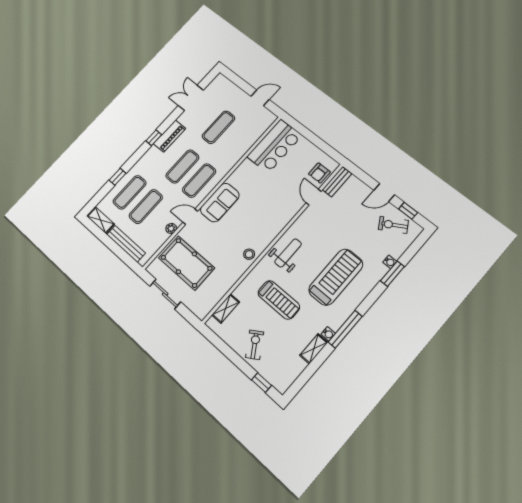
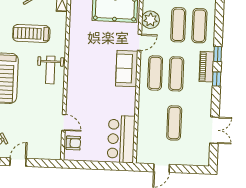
piano: (170, 136) -> (207, 67), moved
armchair: (319, 173) -> (73, 143), turned 90
window: (118, 177) -> (218, 54), moved
bench: (337, 182) -> (56, 146), removed
plant: (171, 228) -> (150, 20), width x1.88, depth x1.88
stool: (249, 254) -> (76, 48), removed

